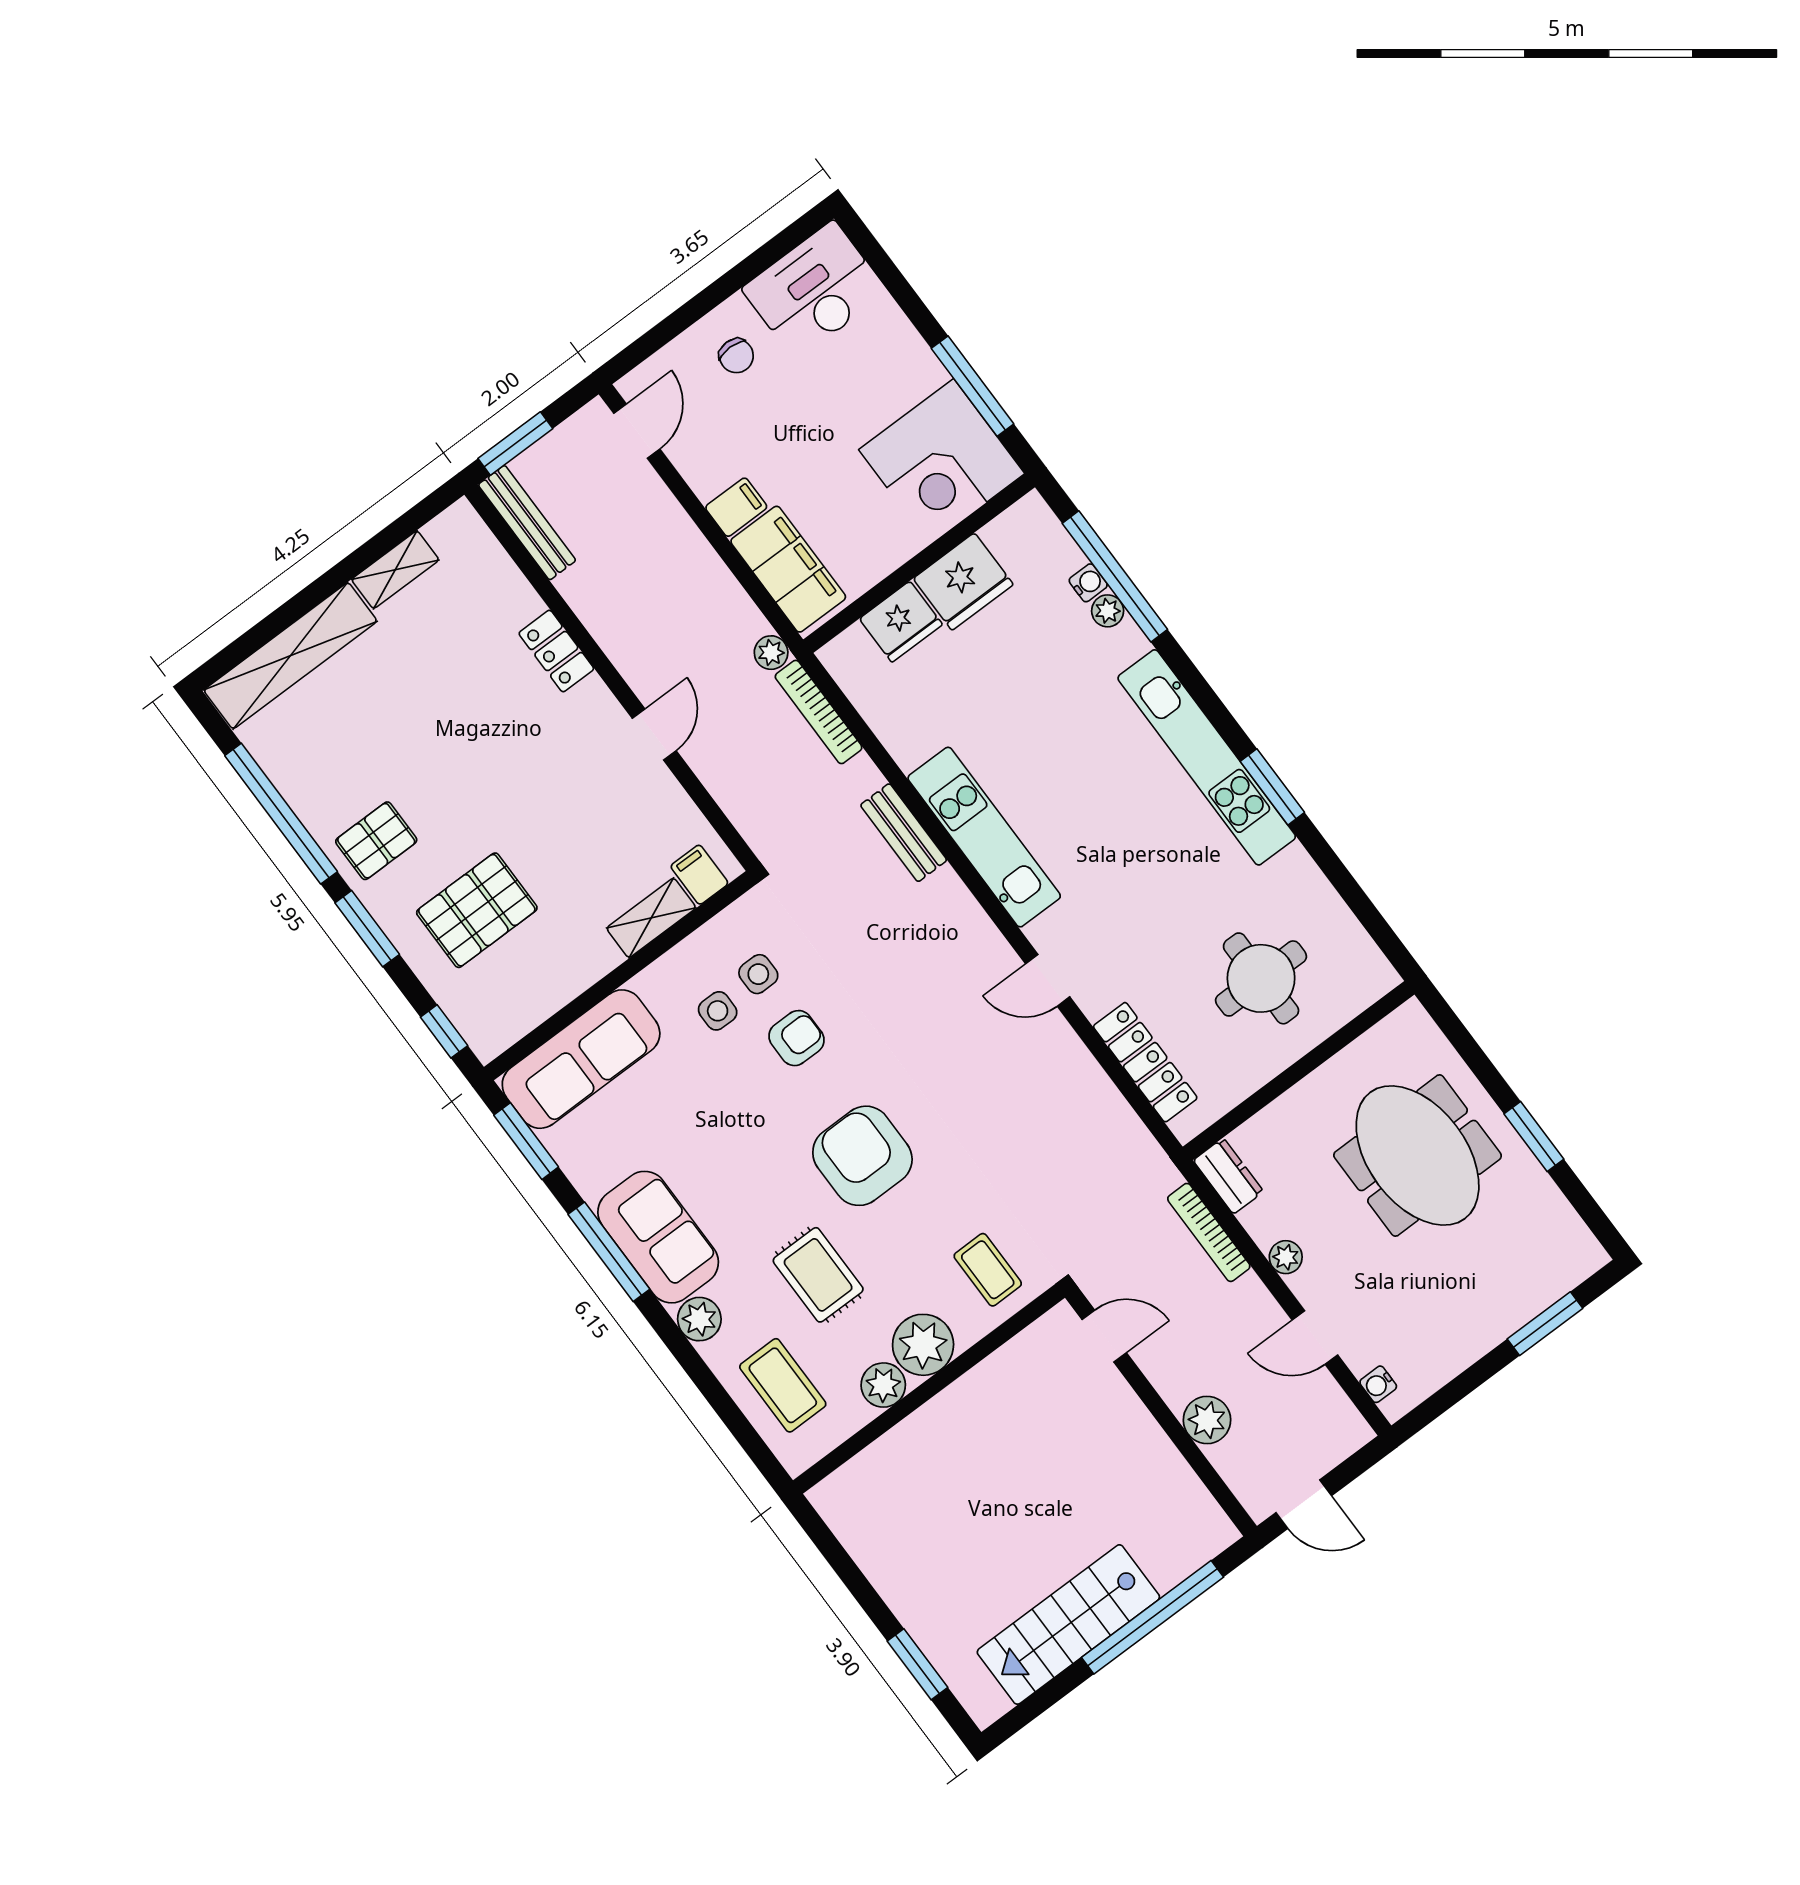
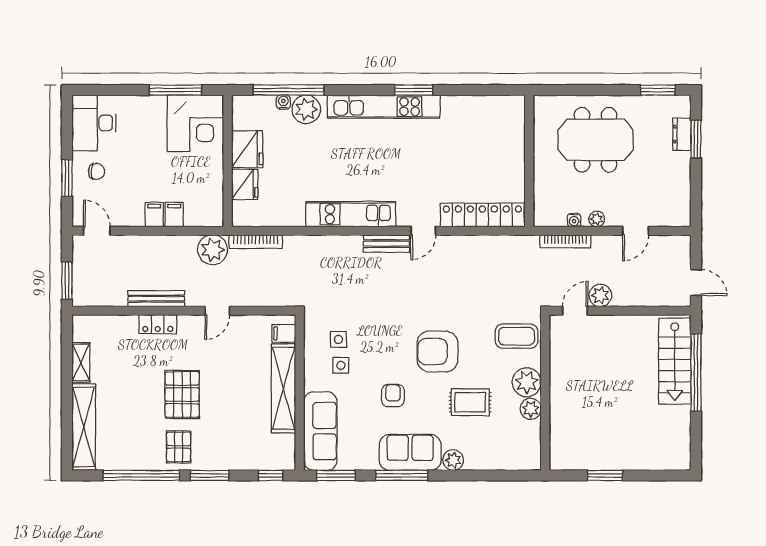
window: (688, 314) -> (67, 178), added
bench: (527, 523) -> (156, 299), moved
filing cabinet: (788, 569) -> (174, 215), width x0.33, depth x0.86
plant: (1108, 611) -> (306, 109), width x1.88, depth x1.88
plant: (771, 653) -> (213, 250), width x1.88, depth x1.88
door: (654, 735) -> (217, 311), swing flipped
bench: (904, 833) -> (386, 244), moved
pallet: (477, 910) -> (182, 394), moved
shelving: (651, 918) -> (283, 388), width x2.20, depth x1.33
round table: (1261, 978) -> (483, 149), removed
armchair: (797, 1038) -> (393, 396), moved
locker: (1145, 1062) -> (482, 215), width x1.41, depth x1.21
window: (1534, 1137) -> (658, 90), moved
dresser: (1228, 1176) -> (682, 134), moved, turned -90
coffee table: (988, 1270) -> (517, 336), width x1.36, depth x1.30
water cooler: (1378, 1384) -> (574, 220), moved
coffee table: (783, 1385) -> (502, 447), removed
plant: (1207, 1420) -> (600, 295), moved
door: (1304, 1504) -> (696, 283), hinge flipped
stairs: (1068, 1625) -> (675, 361), moved
window: (917, 1664) -> (605, 475), moved

